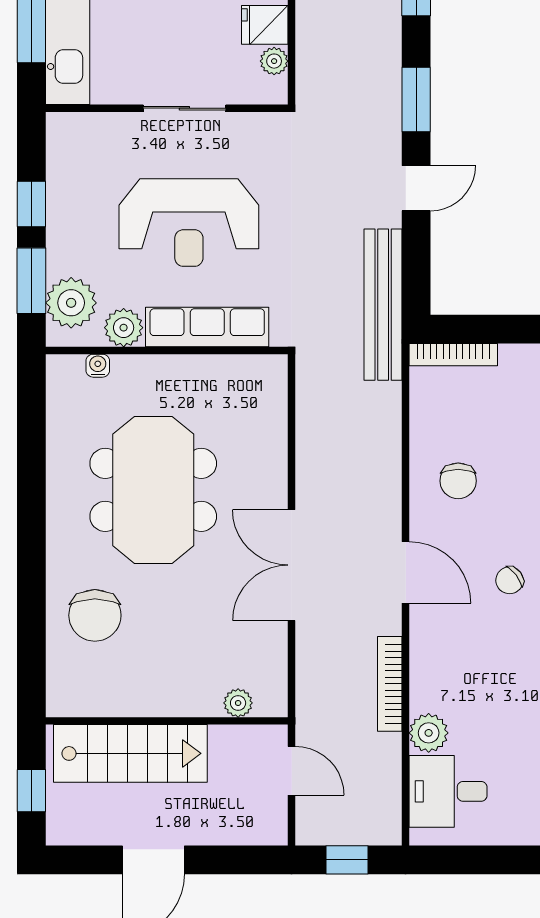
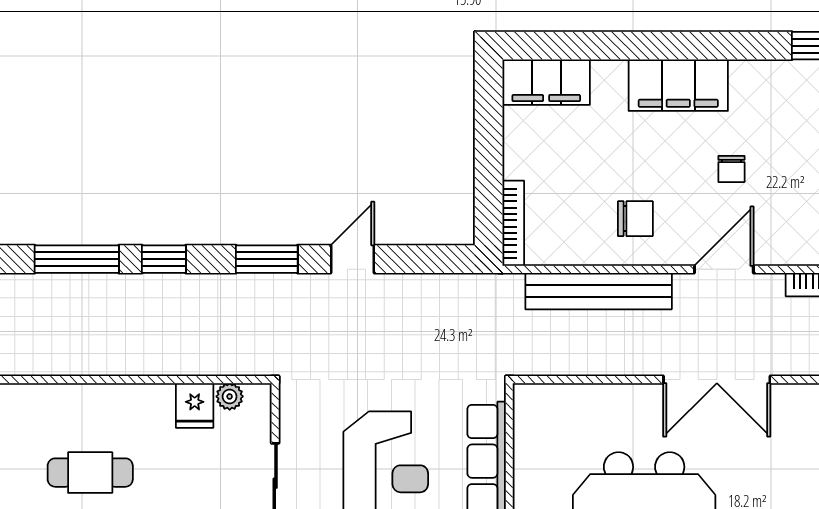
door: (416, 188) -> (353, 259), hinge flipped
bench: (383, 305) -> (599, 291), moved
chair: (510, 580) -> (731, 169), turned 37

